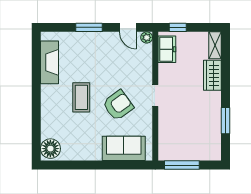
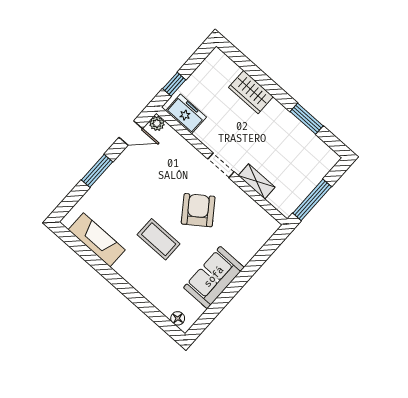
shelving: (215, 45) -> (257, 181), moved
sofa: (124, 148) -> (214, 277), moved
floor lamp: (50, 149) -> (178, 318), width x0.53, depth x0.53

